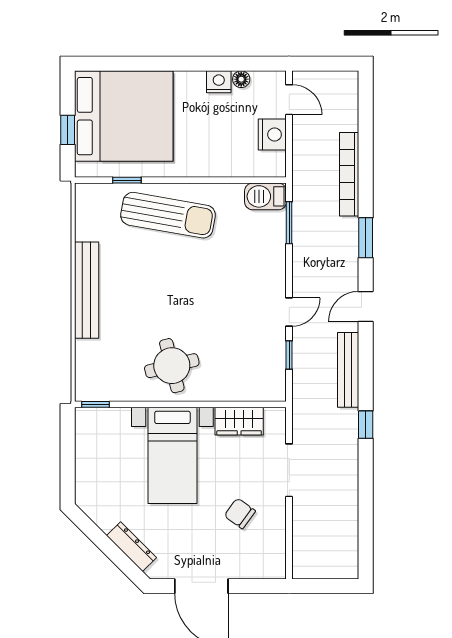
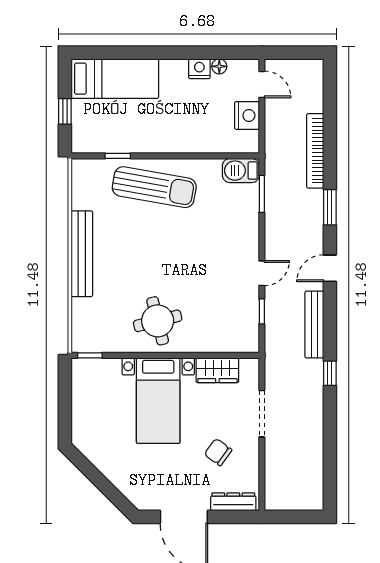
bed: (124, 116) -> (115, 79), width x0.49
dresser: (132, 547) -> (233, 502), moved, turned -45

